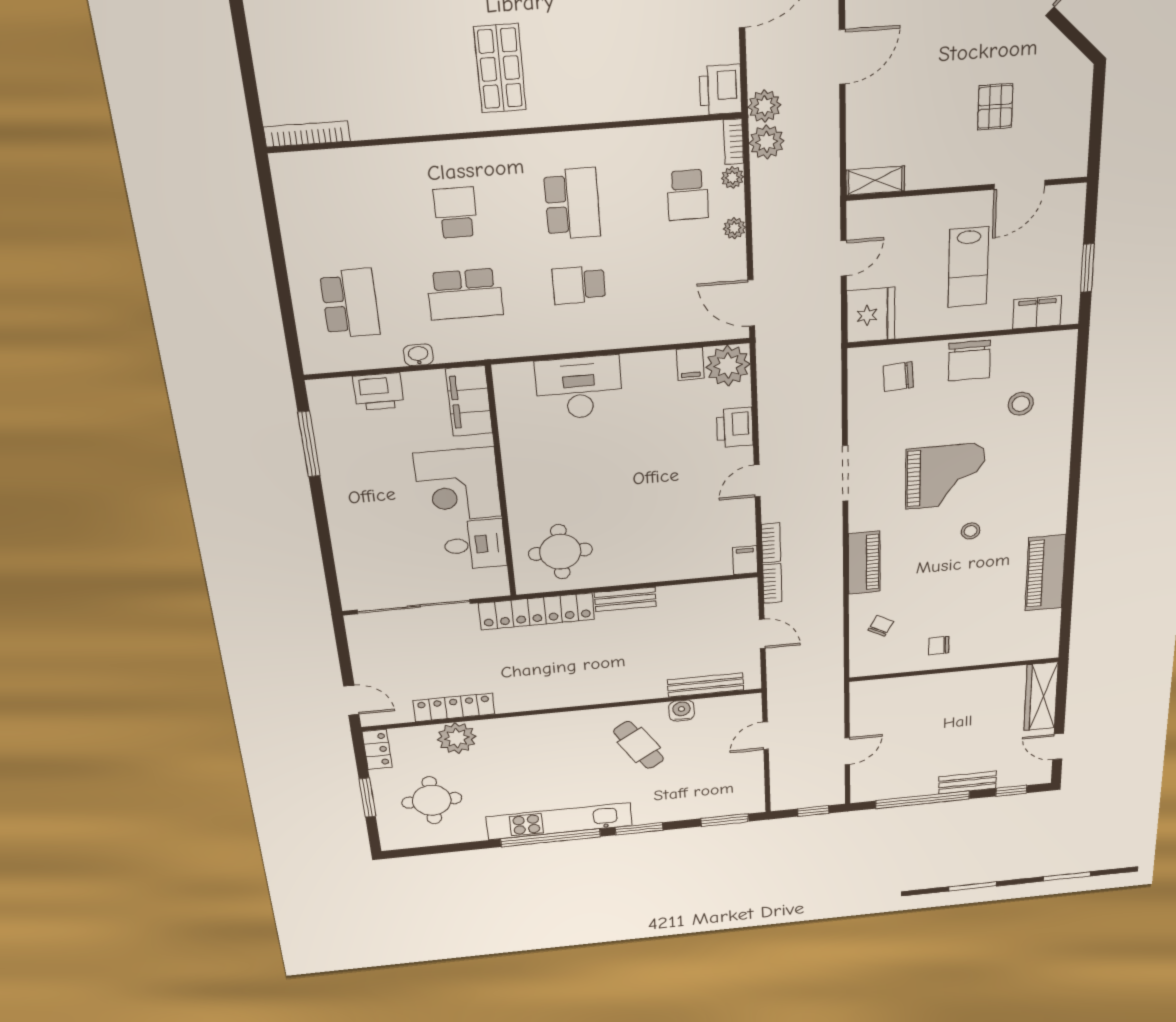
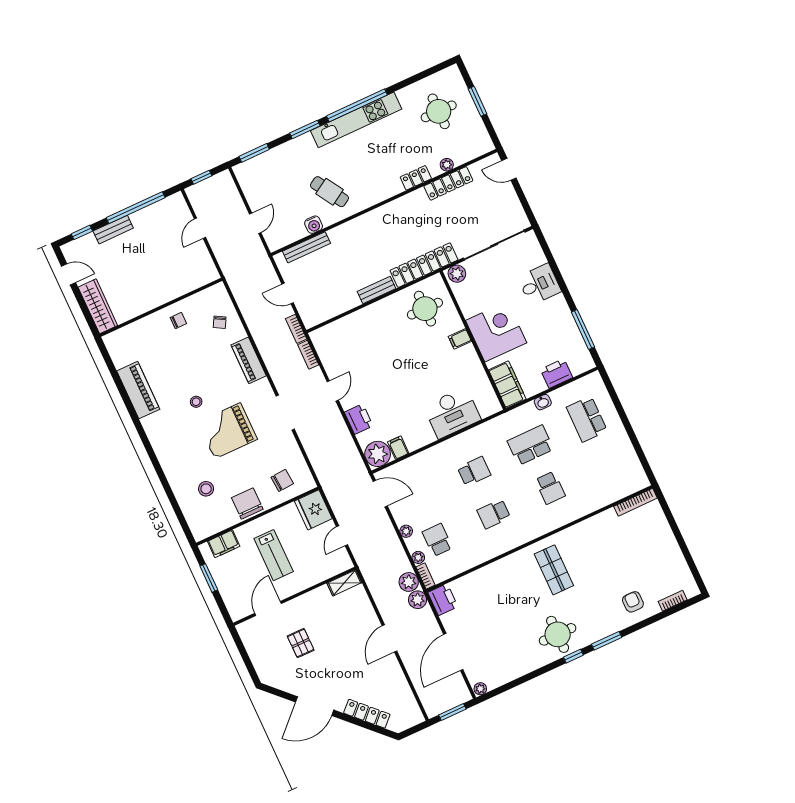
school desk: (572, 204) -> (494, 514), width x0.54
lab bench: (968, 267) -> (274, 555), turned 180
desk: (475, 545) -> (539, 284), moved, turned 180
filing cabinet: (745, 560) -> (460, 339), moved, turned 90
plant: (489, 585) -> (457, 274), added
plant: (457, 738) -> (447, 165), width x0.53, depth x0.53
locker: (377, 749) -> (416, 178), moved, turned 90

